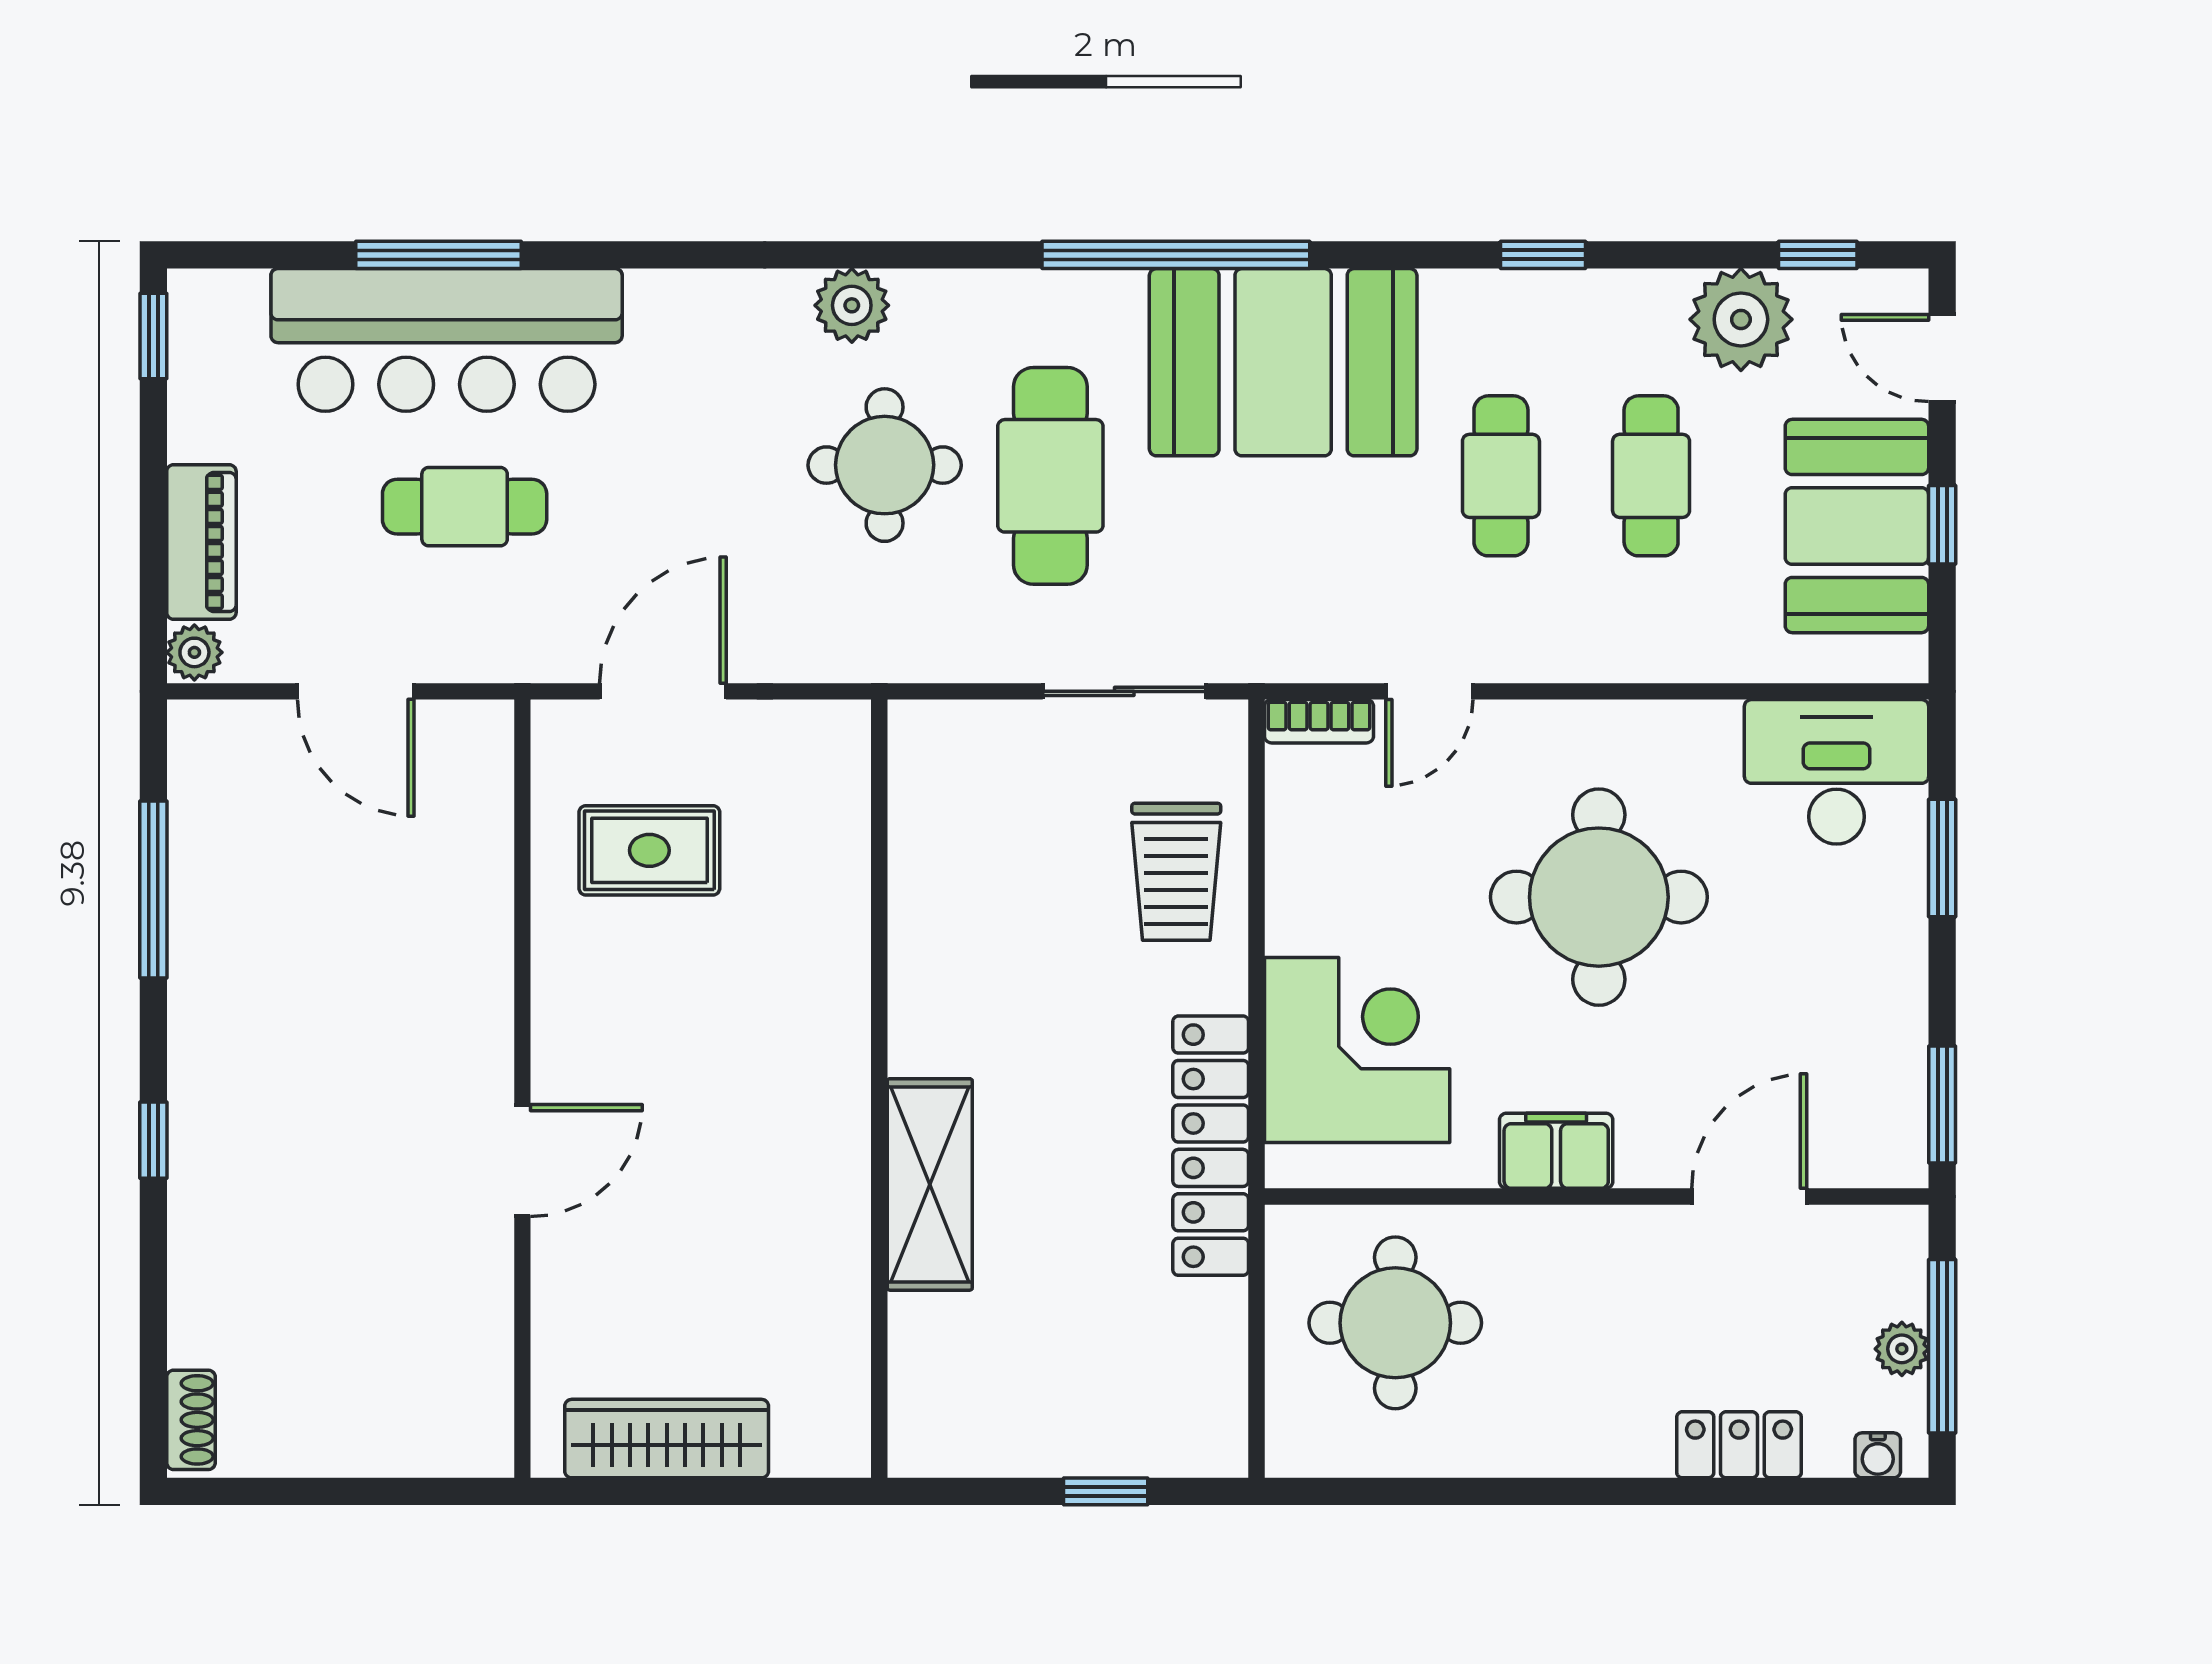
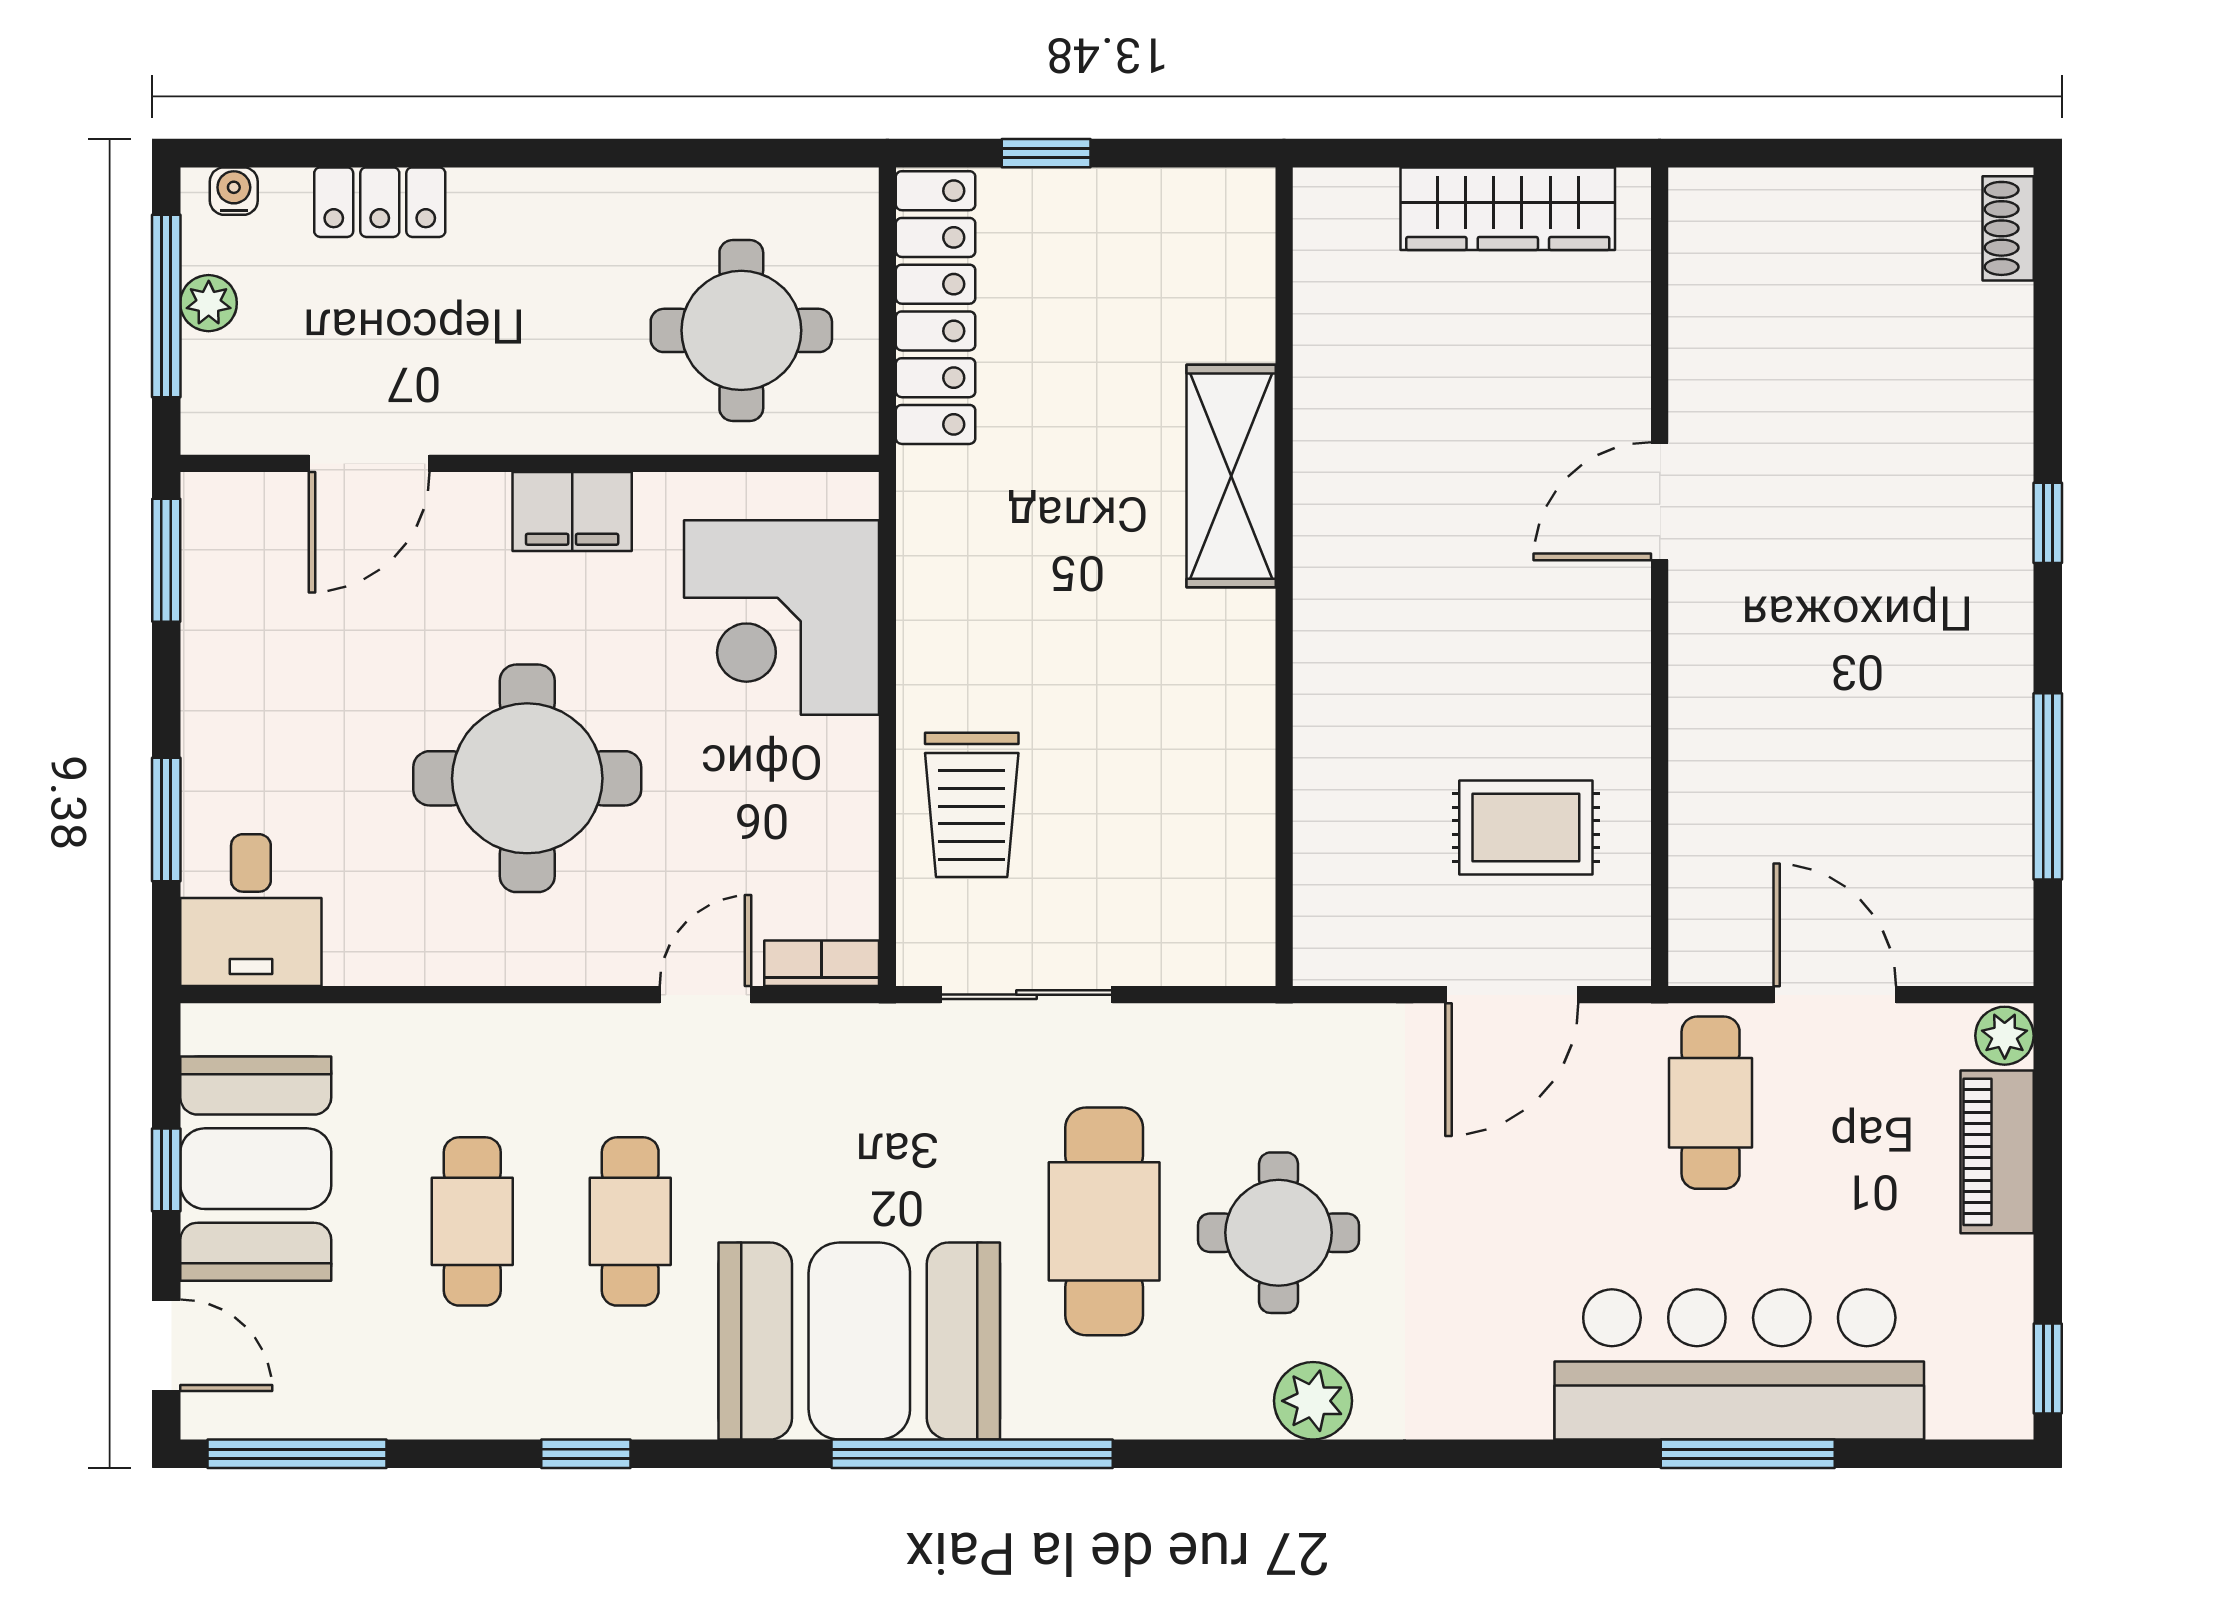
window: (1818, 255) -> (297, 1454), width x2.17
plant: (1741, 319) -> (378, 1386), removed
cafe table: (465, 507) -> (1711, 1103), moved, turned 90
desk: (1837, 772) -> (251, 910), width x0.73
trolley: (1176, 872) -> (972, 805), turned 180
locker: (1211, 1146) -> (936, 308), moved

